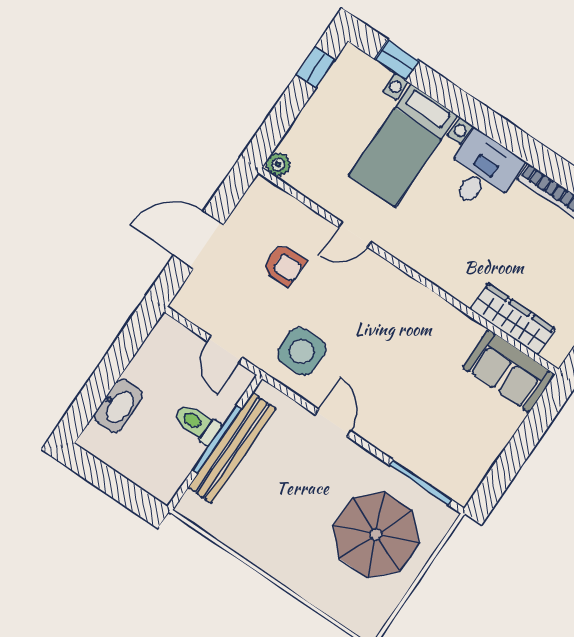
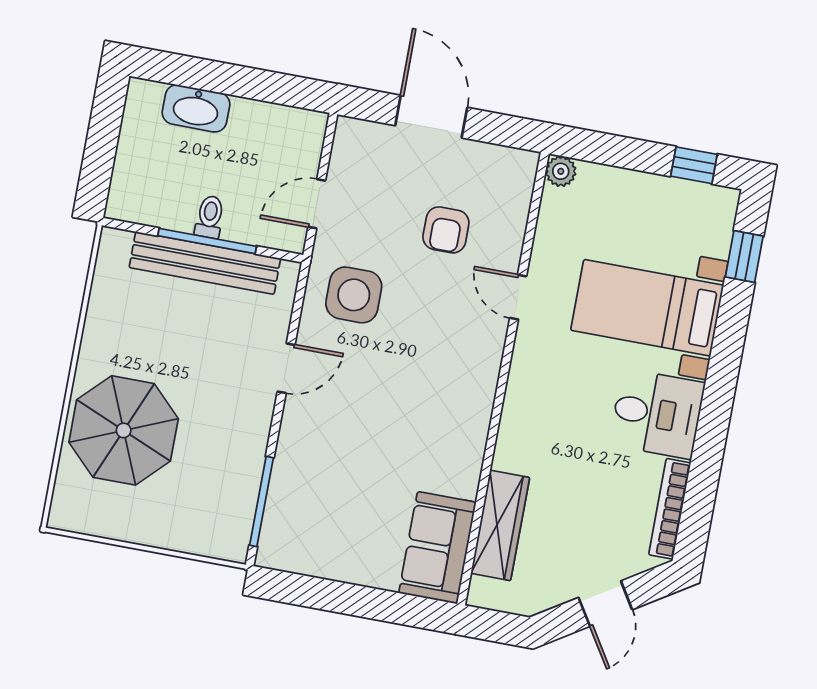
toilet: (197, 424) -> (210, 217), width x0.73, depth x0.72
parasol: (376, 535) -> (124, 430), moved

